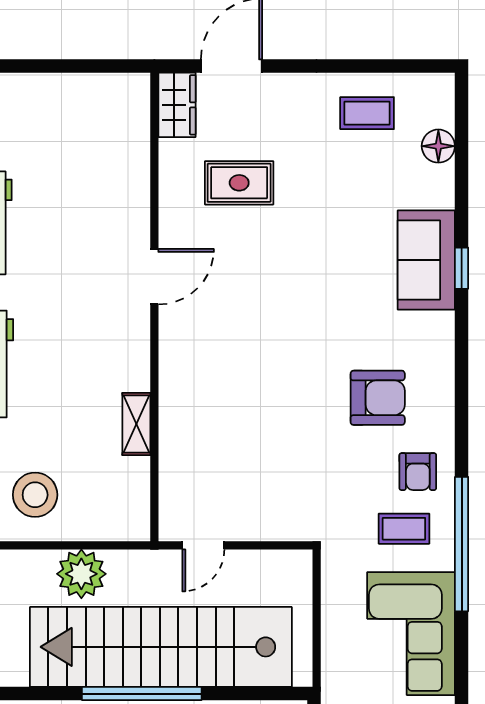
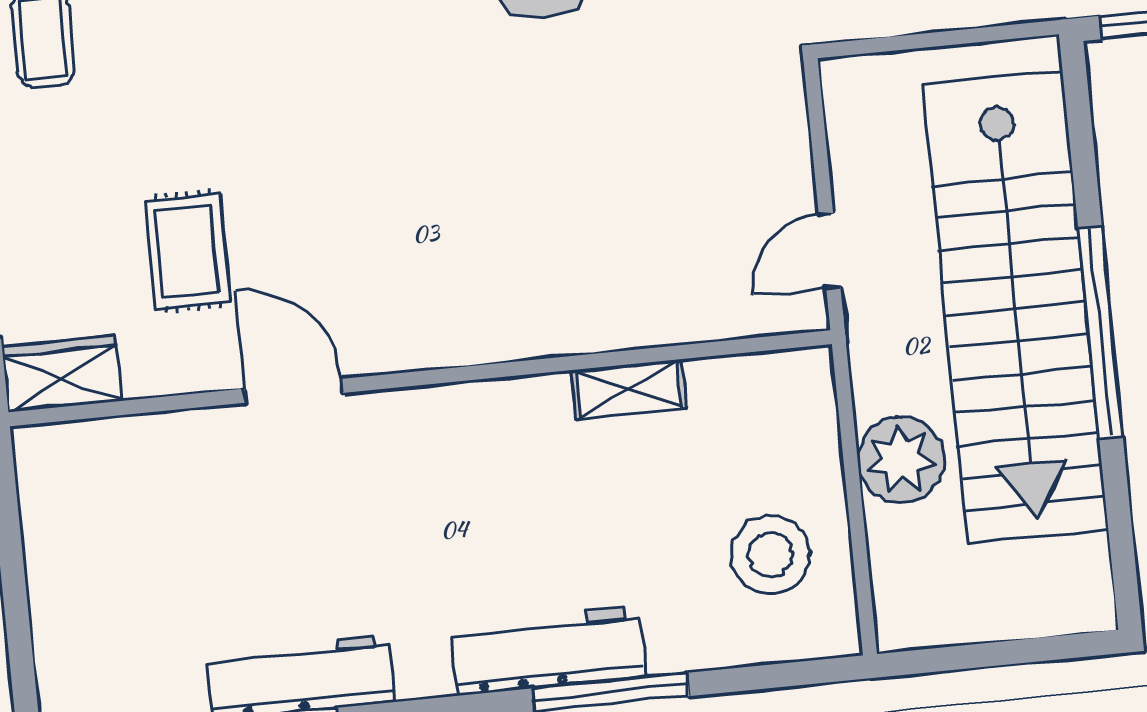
door: (154, 277) -> (294, 391), moved
door: (203, 545) -> (830, 250), swing flipped

